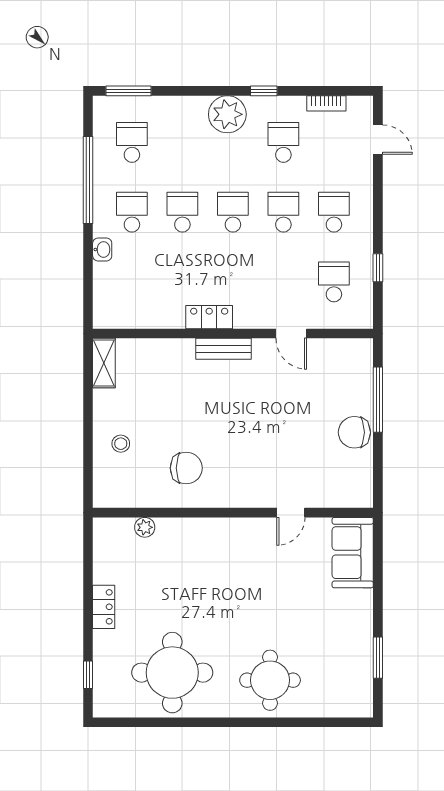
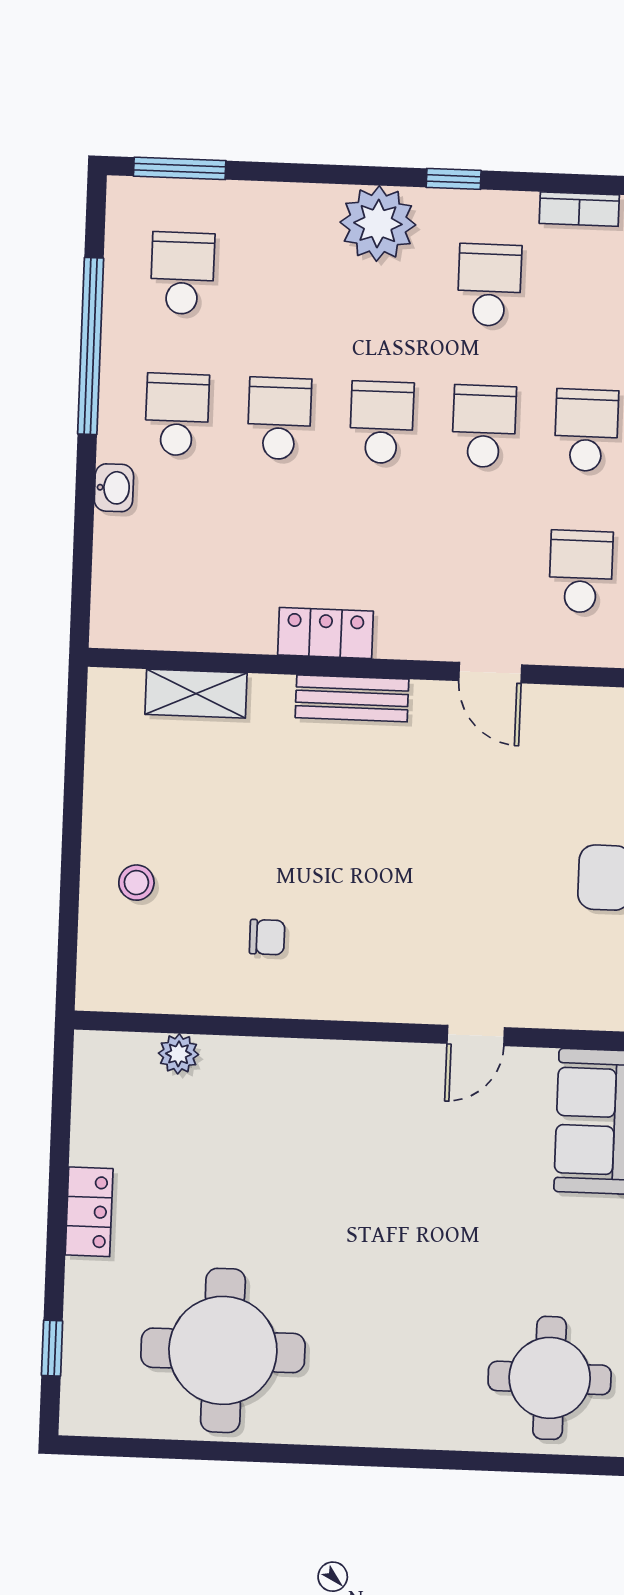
shelving: (104, 363) -> (196, 694), moved, turned 90
chair: (186, 468) -> (267, 937), width x0.54, depth x0.54
round table: (270, 680) -> (550, 1378), moved

